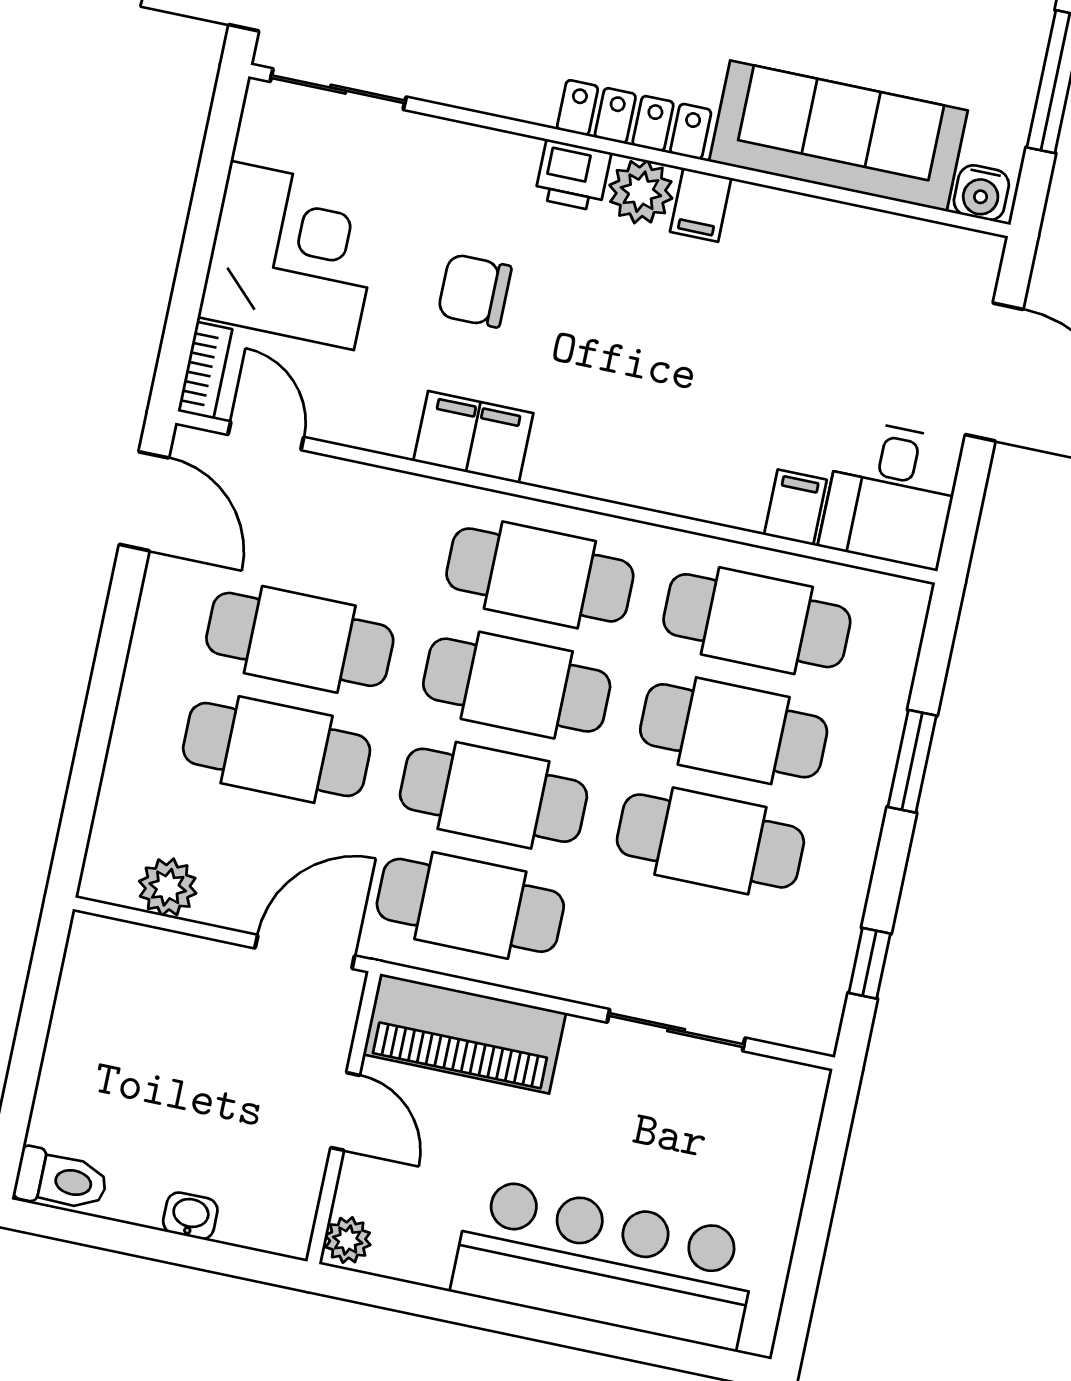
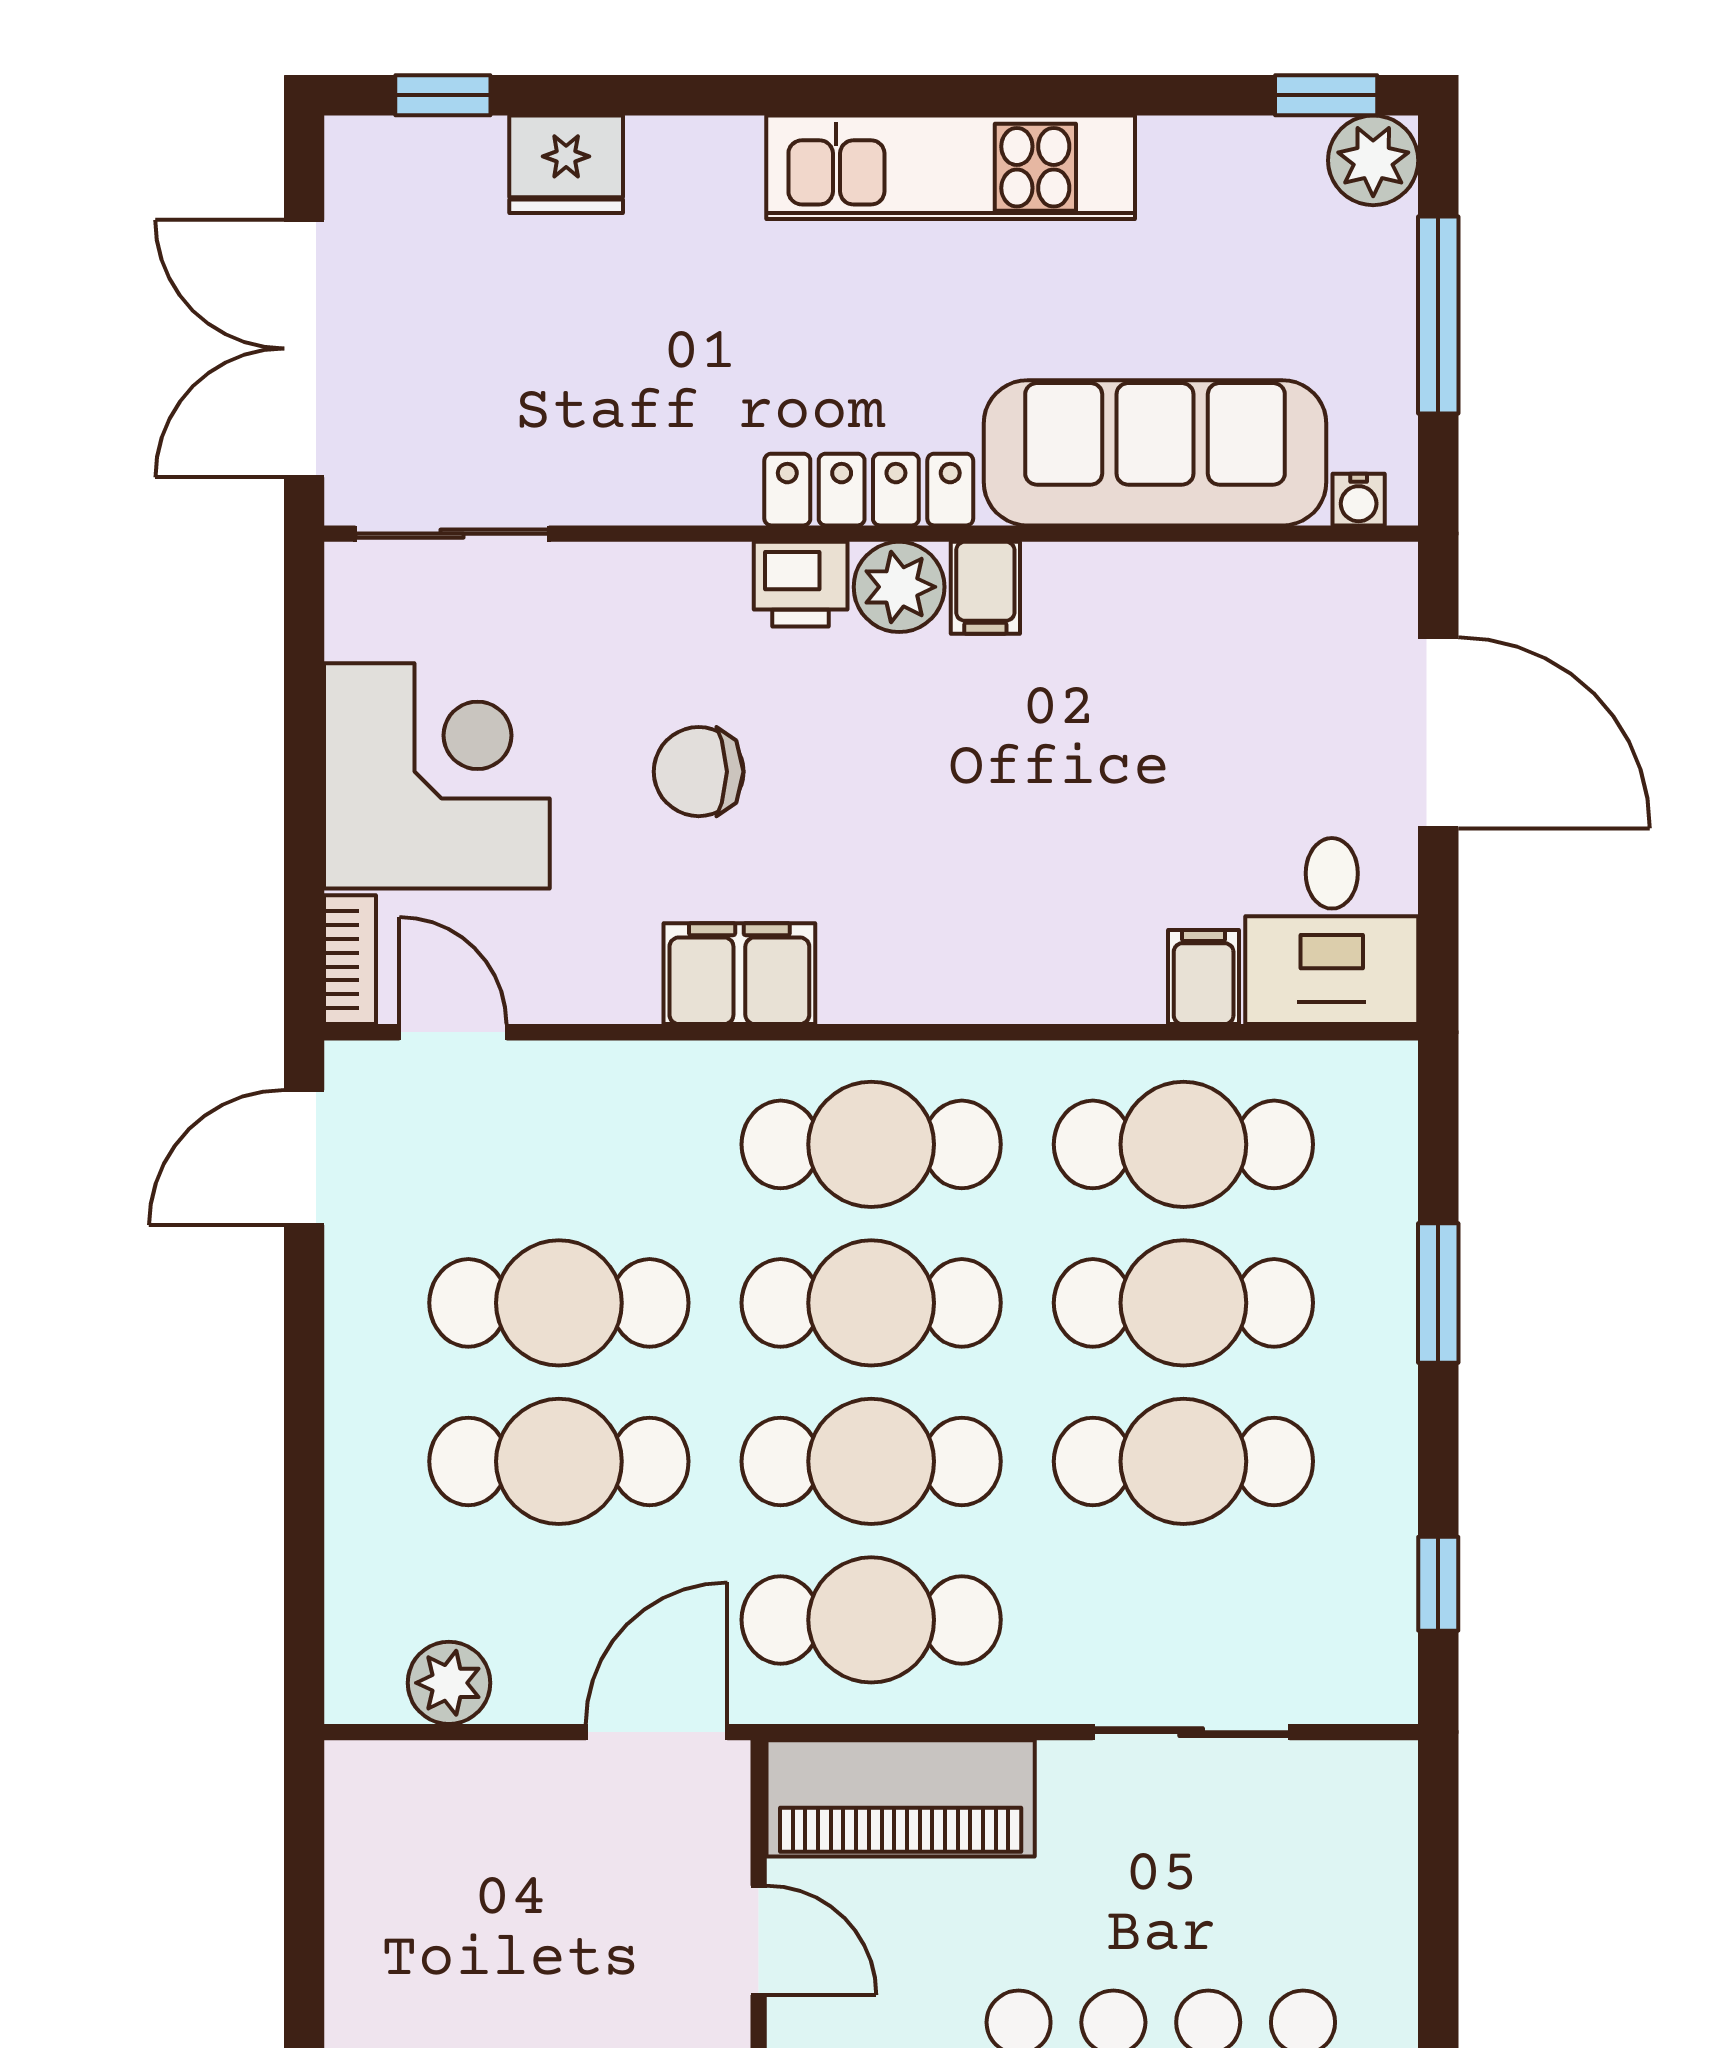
water cooler: (981, 193) -> (1359, 500), width x0.72, depth x0.72
door: (144, 501) -> (304, 1158), swing flipped

